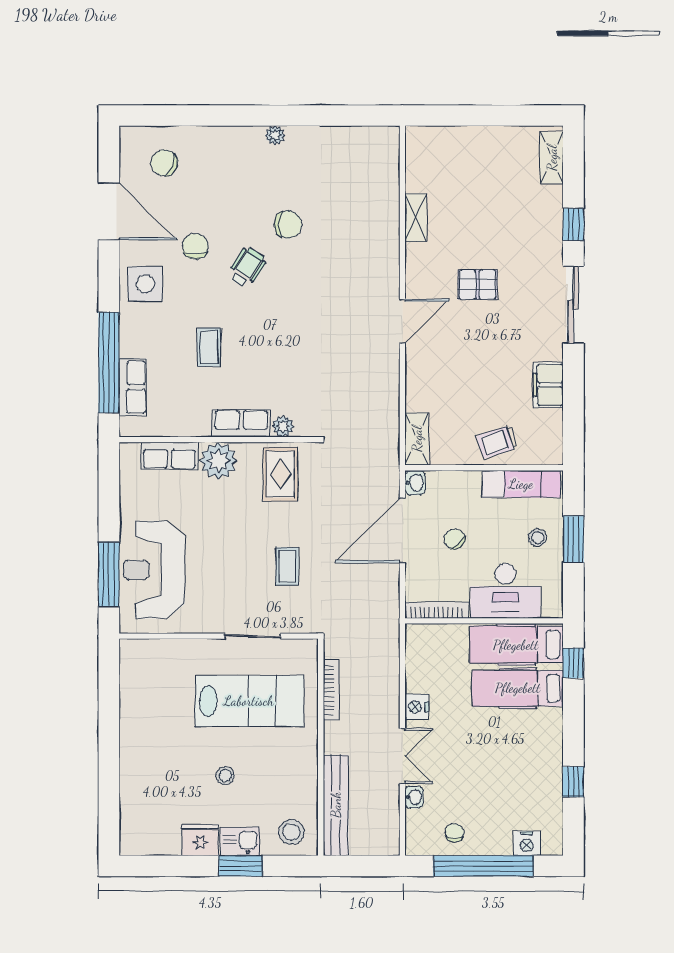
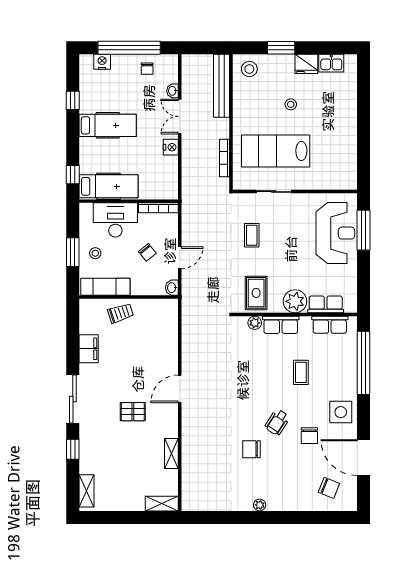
row of seats: (133, 387) -> (330, 325), moved, turned -90
shelving: (417, 439) -> (162, 504), moved, turned 90
door: (402, 530) -> (180, 258), width x0.53
hospital bed: (518, 688) -> (108, 125), moved
kitchen sink: (240, 841) -> (331, 63), moved

